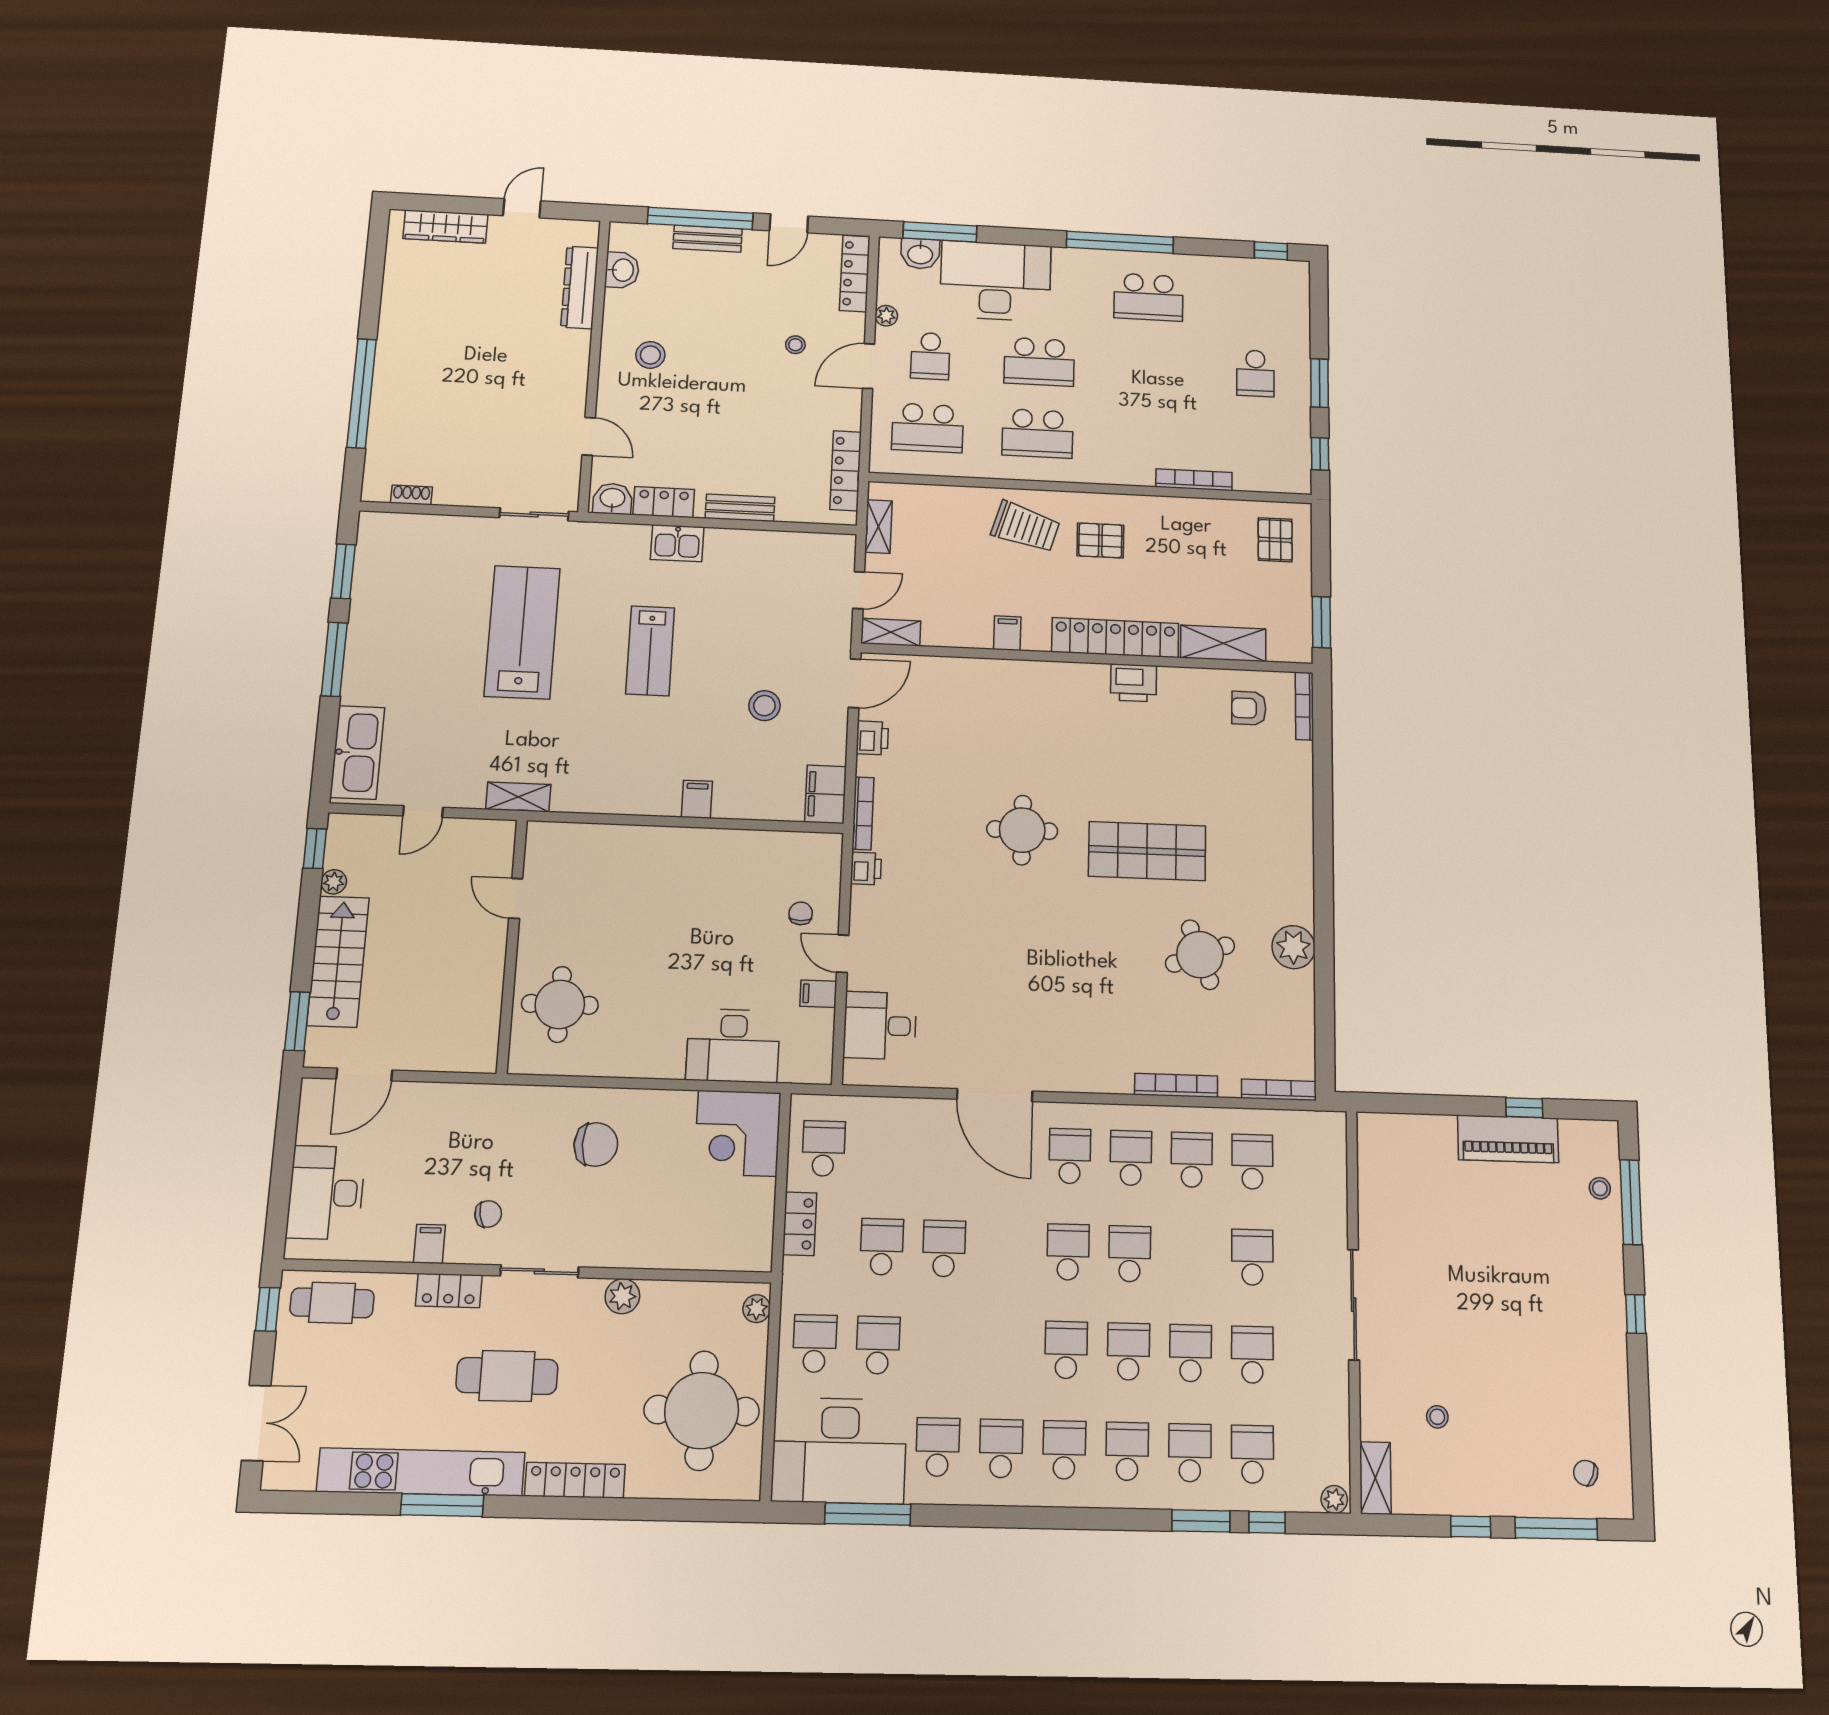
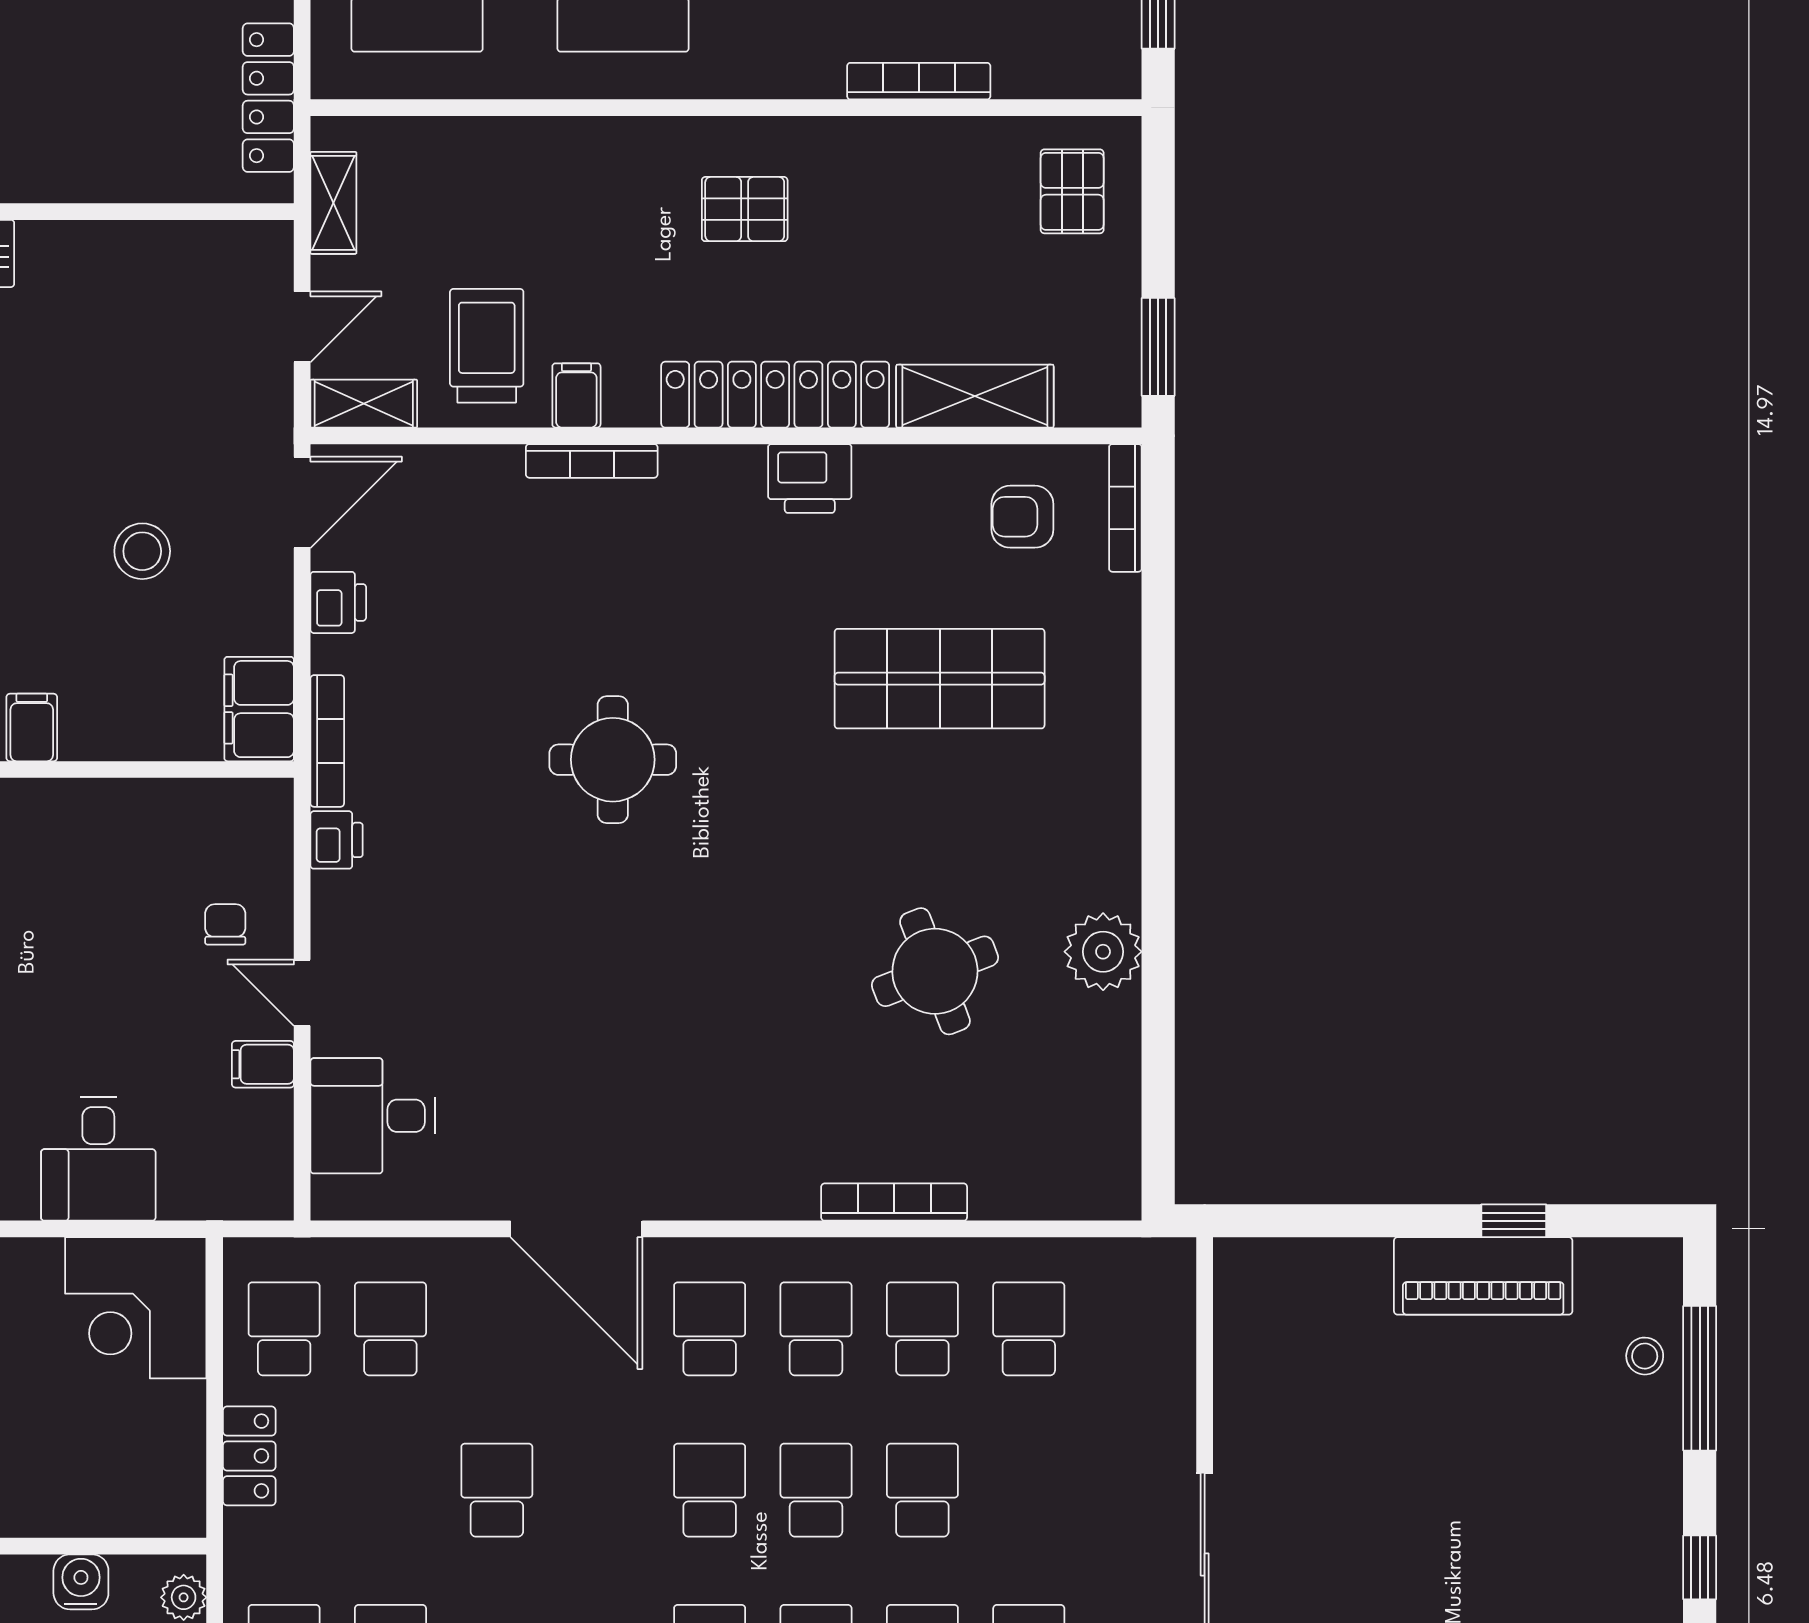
bench: (740, 508) -> (78, 180), removed
trolley: (1026, 527) -> (487, 346), moved, turned -107
shop shelf: (1147, 851) -> (940, 679), moved
desk: (733, 1046) -> (98, 1159), width x0.73
bookcase: (1279, 1090) -> (592, 461), moved, turned 180
school desk: (882, 1247) -> (390, 1329), moved
school desk: (1252, 1257) -> (922, 1490), moved
water cooler: (696, 1298) -> (81, 1582), added

